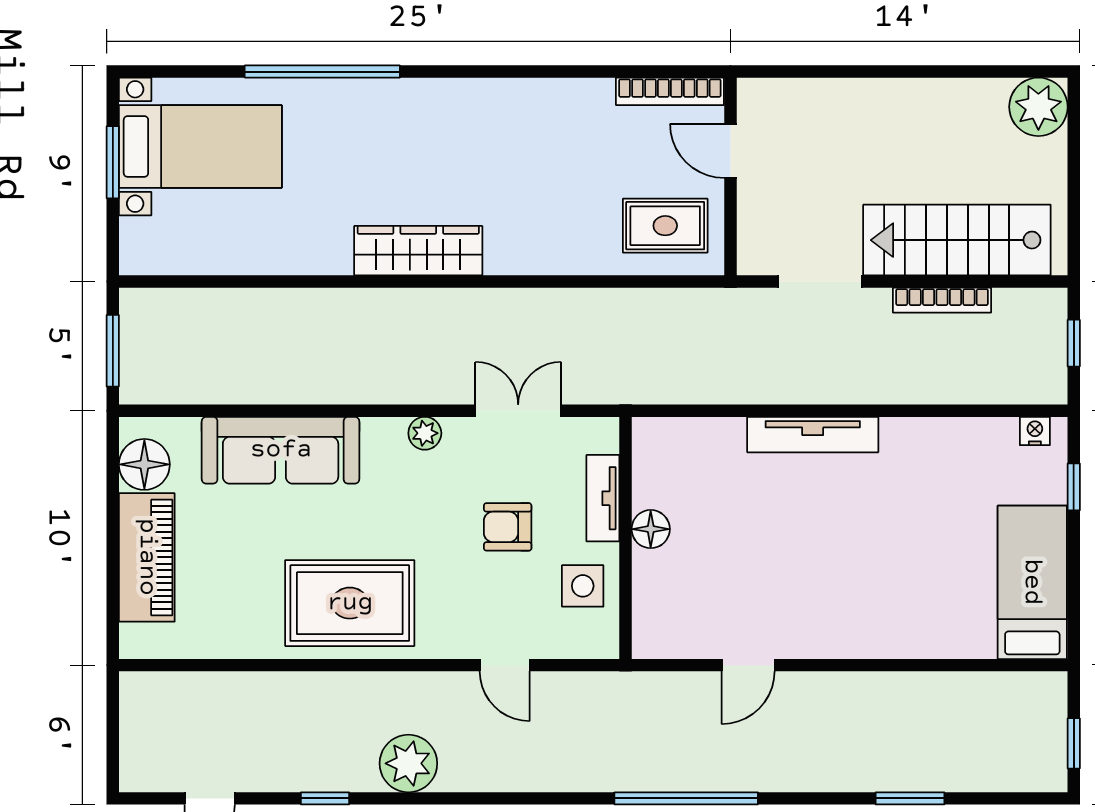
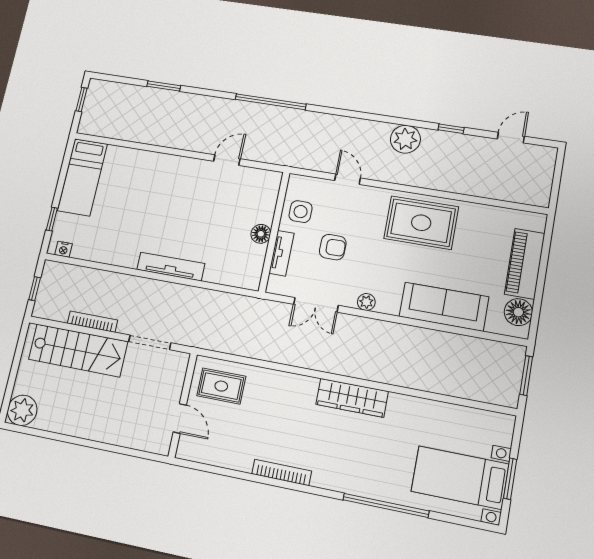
bookcase: (670, 91) -> (282, 472), moved

